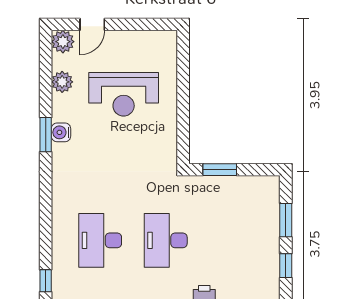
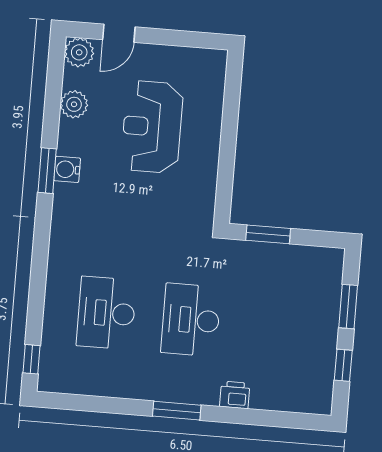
reception desk: (124, 94) -> (152, 127), turned 90

